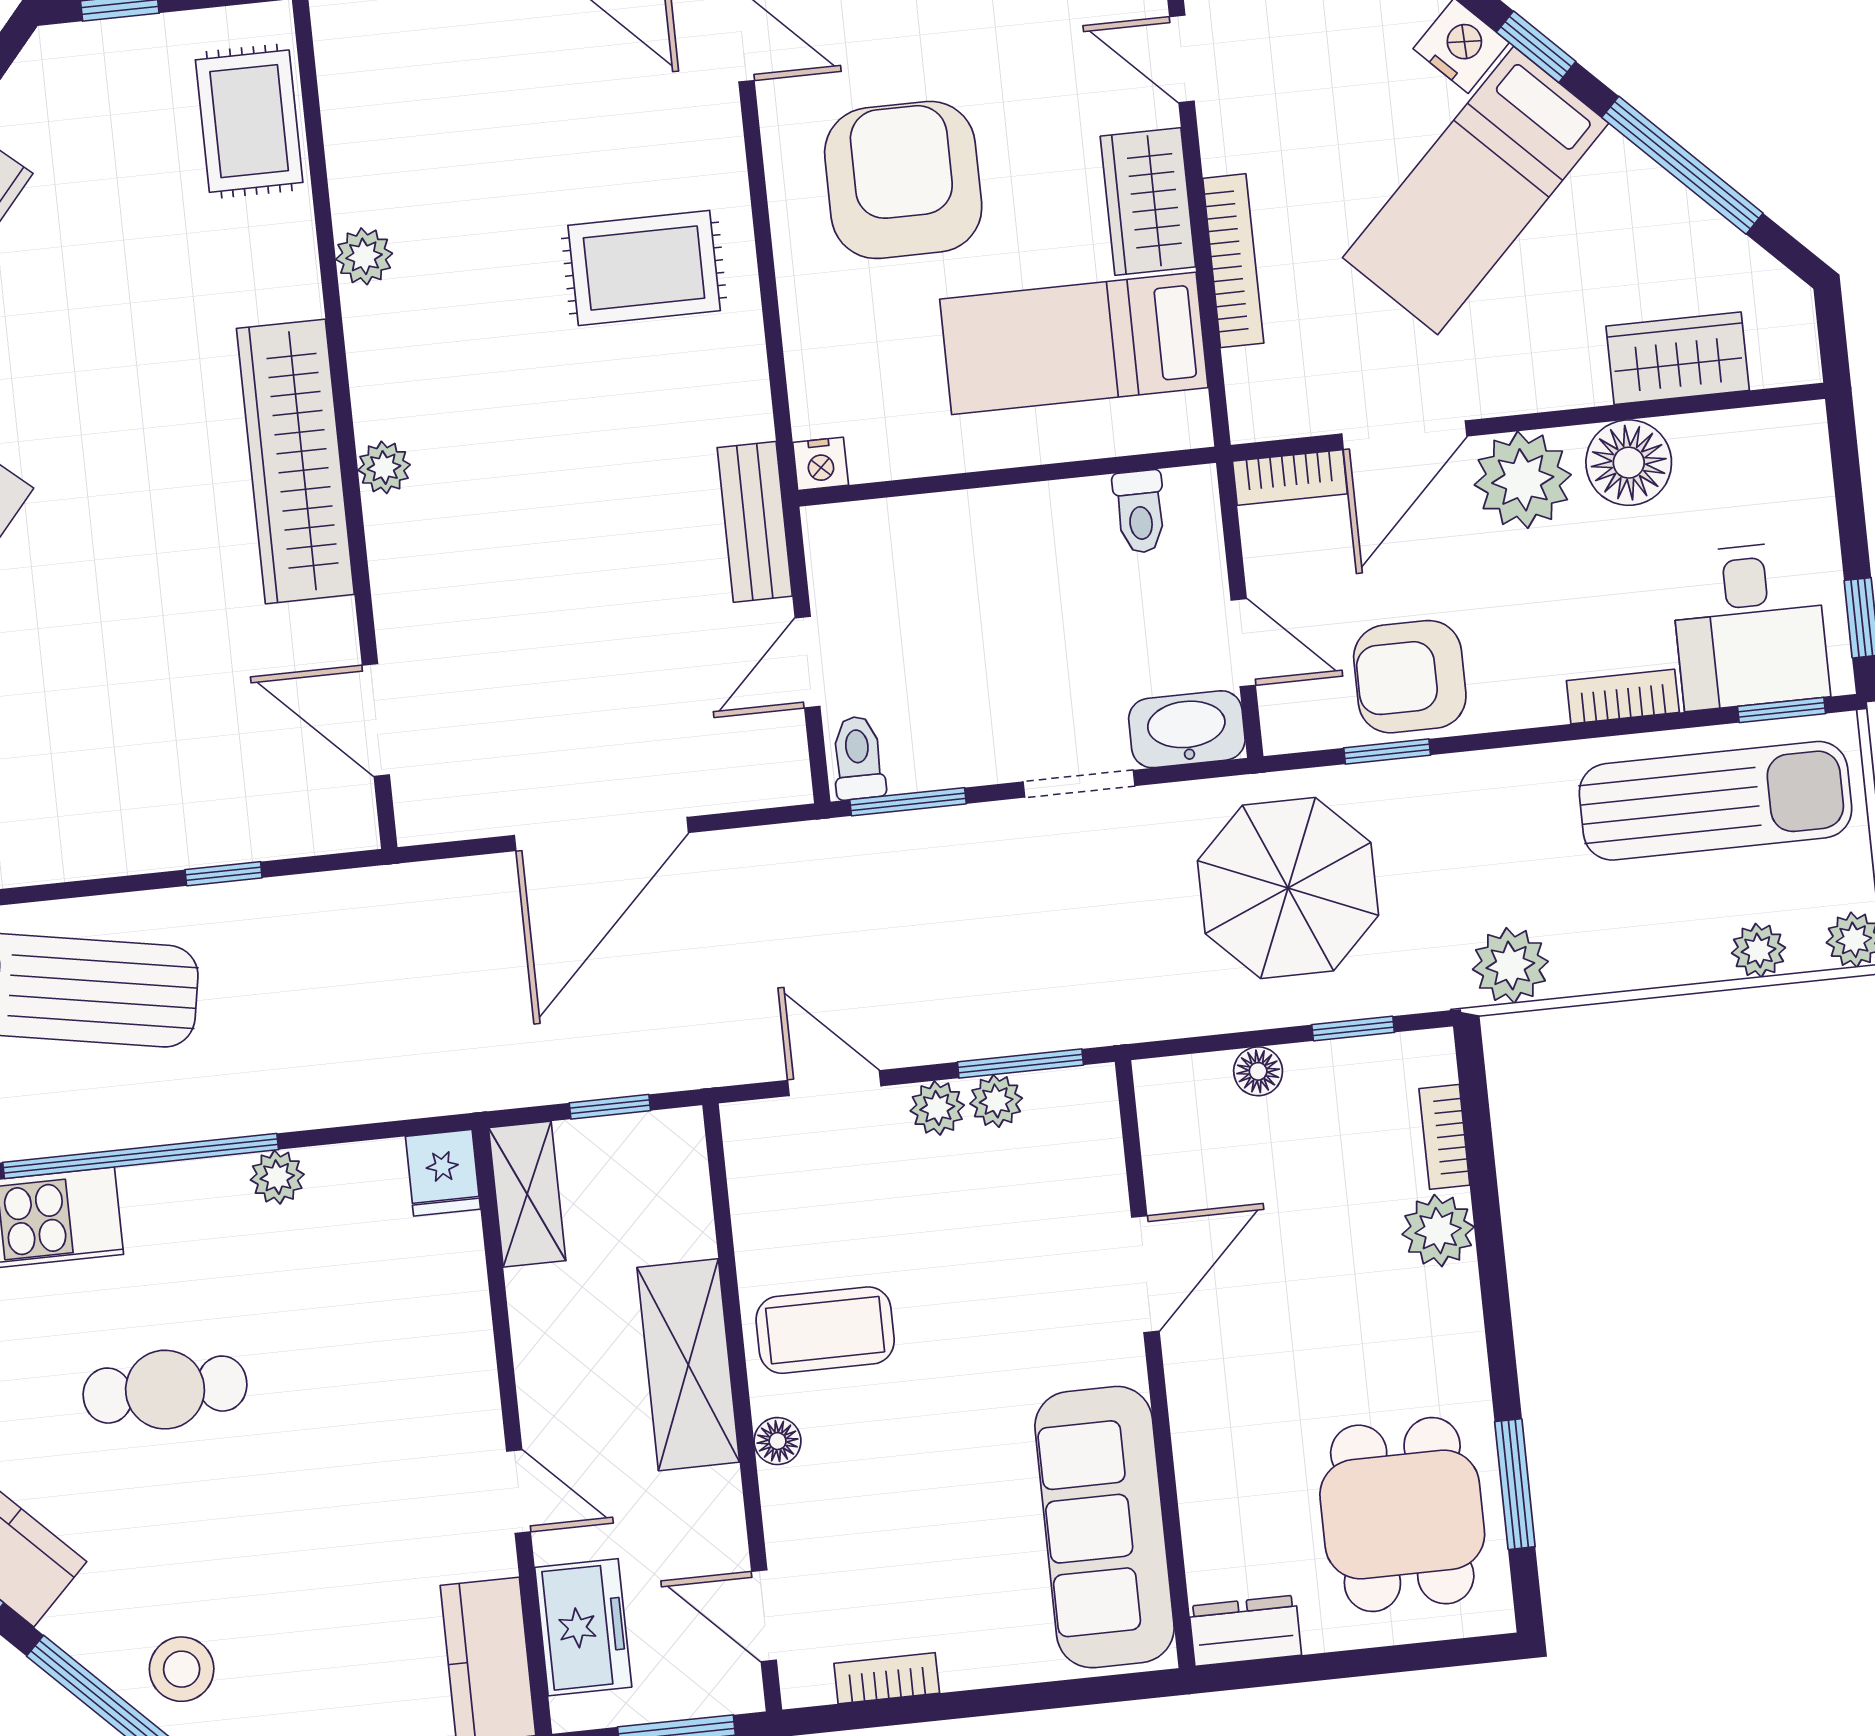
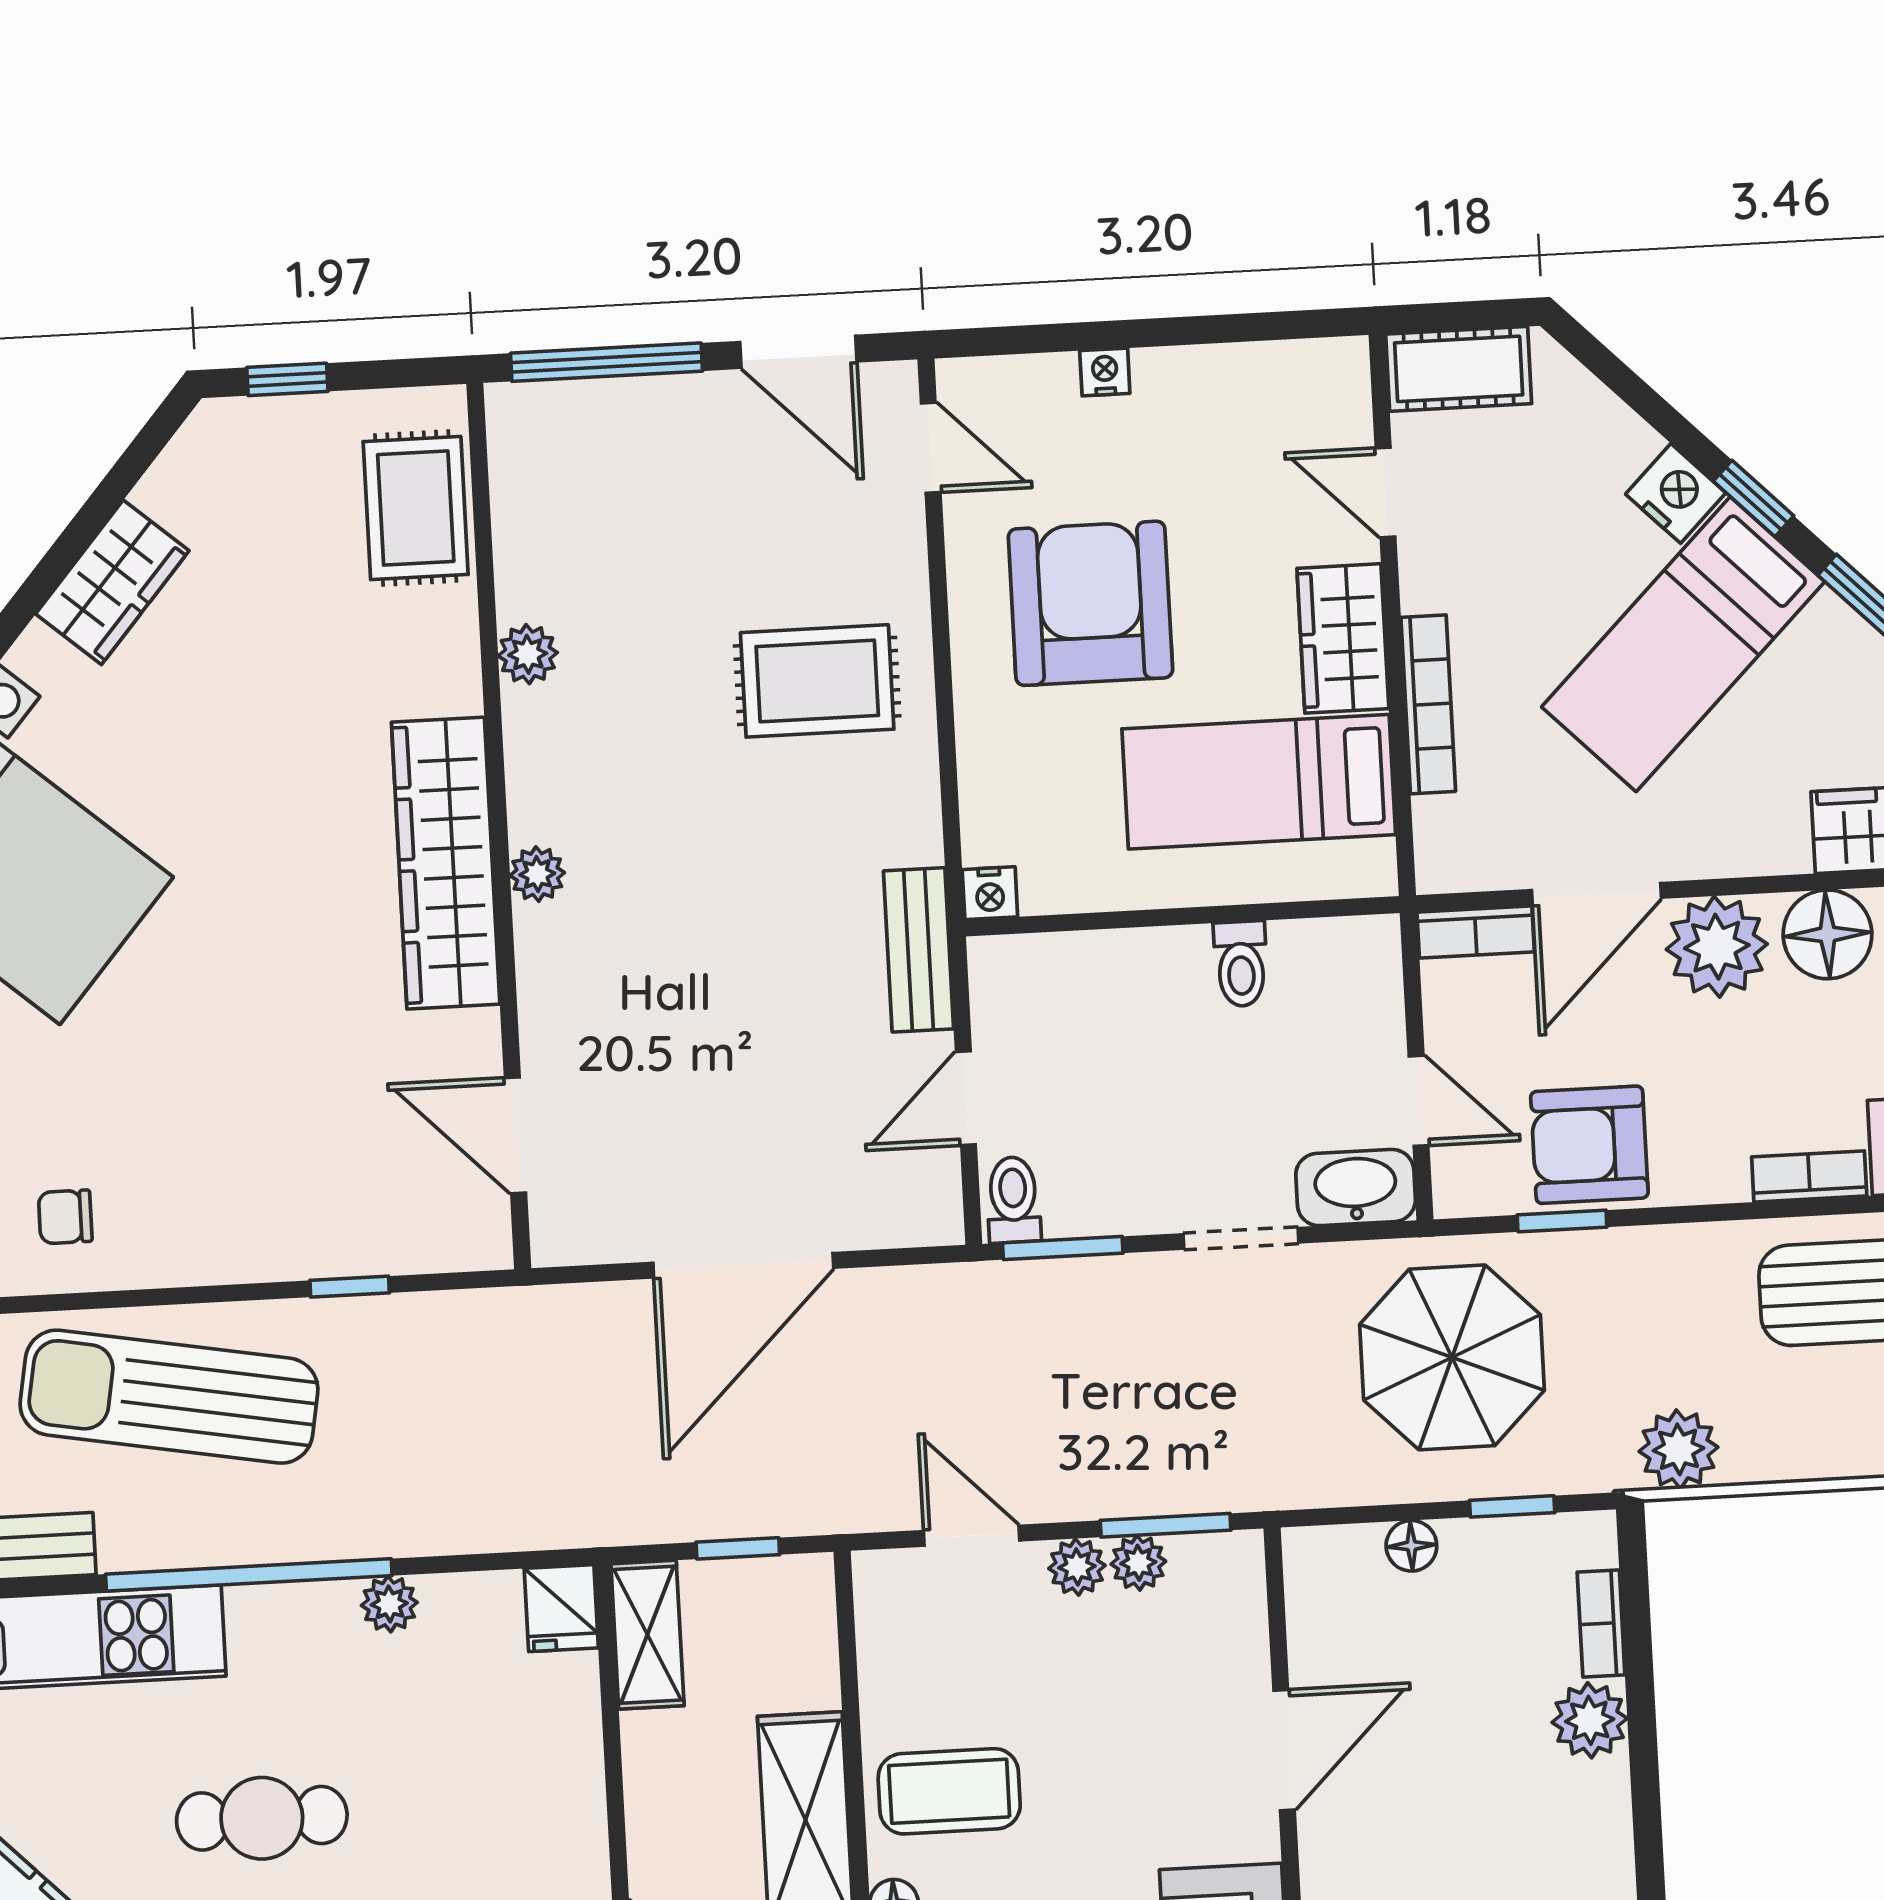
toilet: (1140, 512) -> (1241, 964), moved

